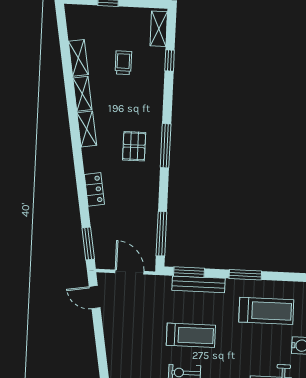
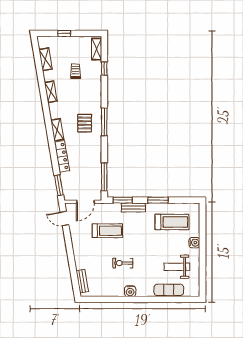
shelving: (78, 58) -> (46, 59), moved
shelving: (87, 129) -> (57, 130), moved
locker: (94, 189) -> (62, 156), width x1.53
door: (129, 272) -> (85, 202), swing flipped
bench: (198, 284) -> (133, 207), width x0.73
treadmill: (191, 335) -> (107, 231), moved

